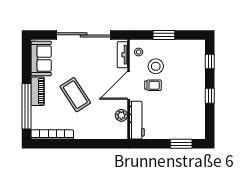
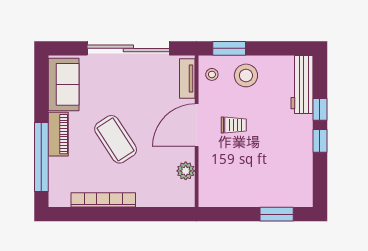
window: (164, 35) -> (229, 48), moved
window: (210, 61) -> (320, 109), moved
stool: (156, 66) -> (246, 75), moved
workbench: (137, 120) -> (302, 85), moved, turned 180
bookcase: (52, 134) -> (103, 200), moved

